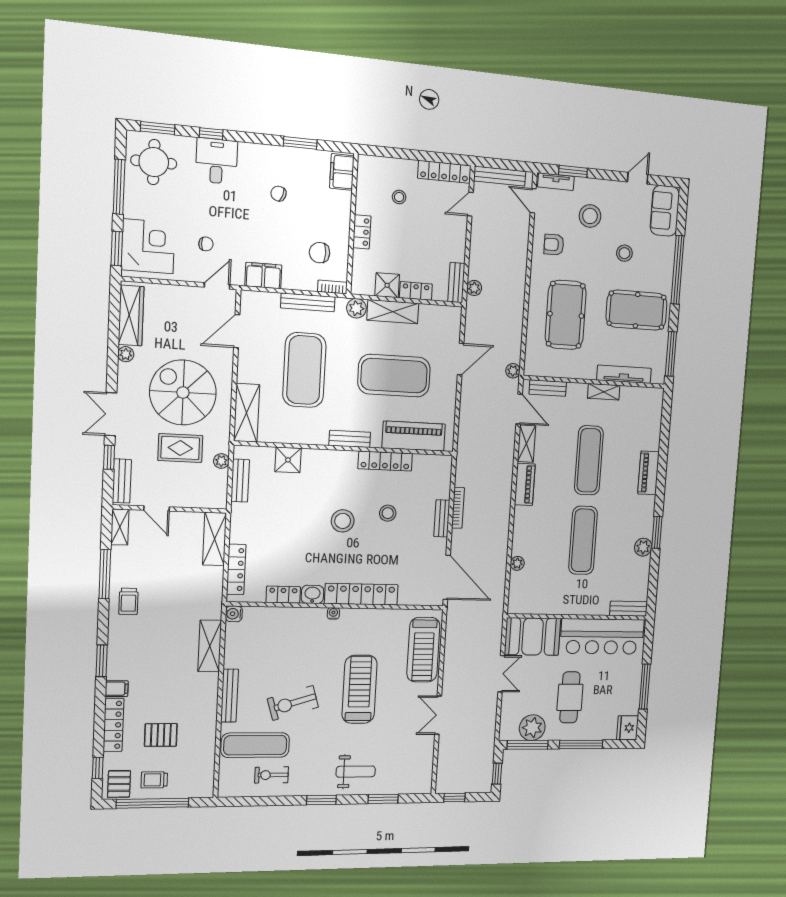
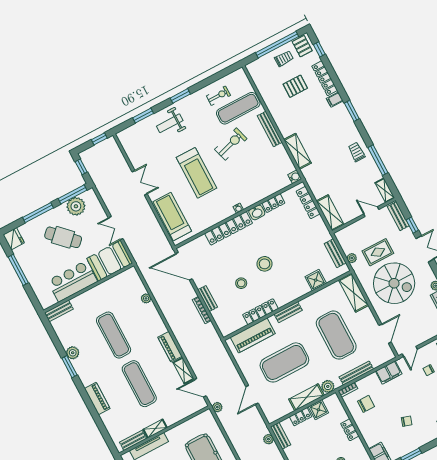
bench: (548, 388) -> (133, 440), moved
bar counter: (602, 636) -> (72, 281), width x0.73
cafe table: (570, 697) -> (63, 237), turned -45

